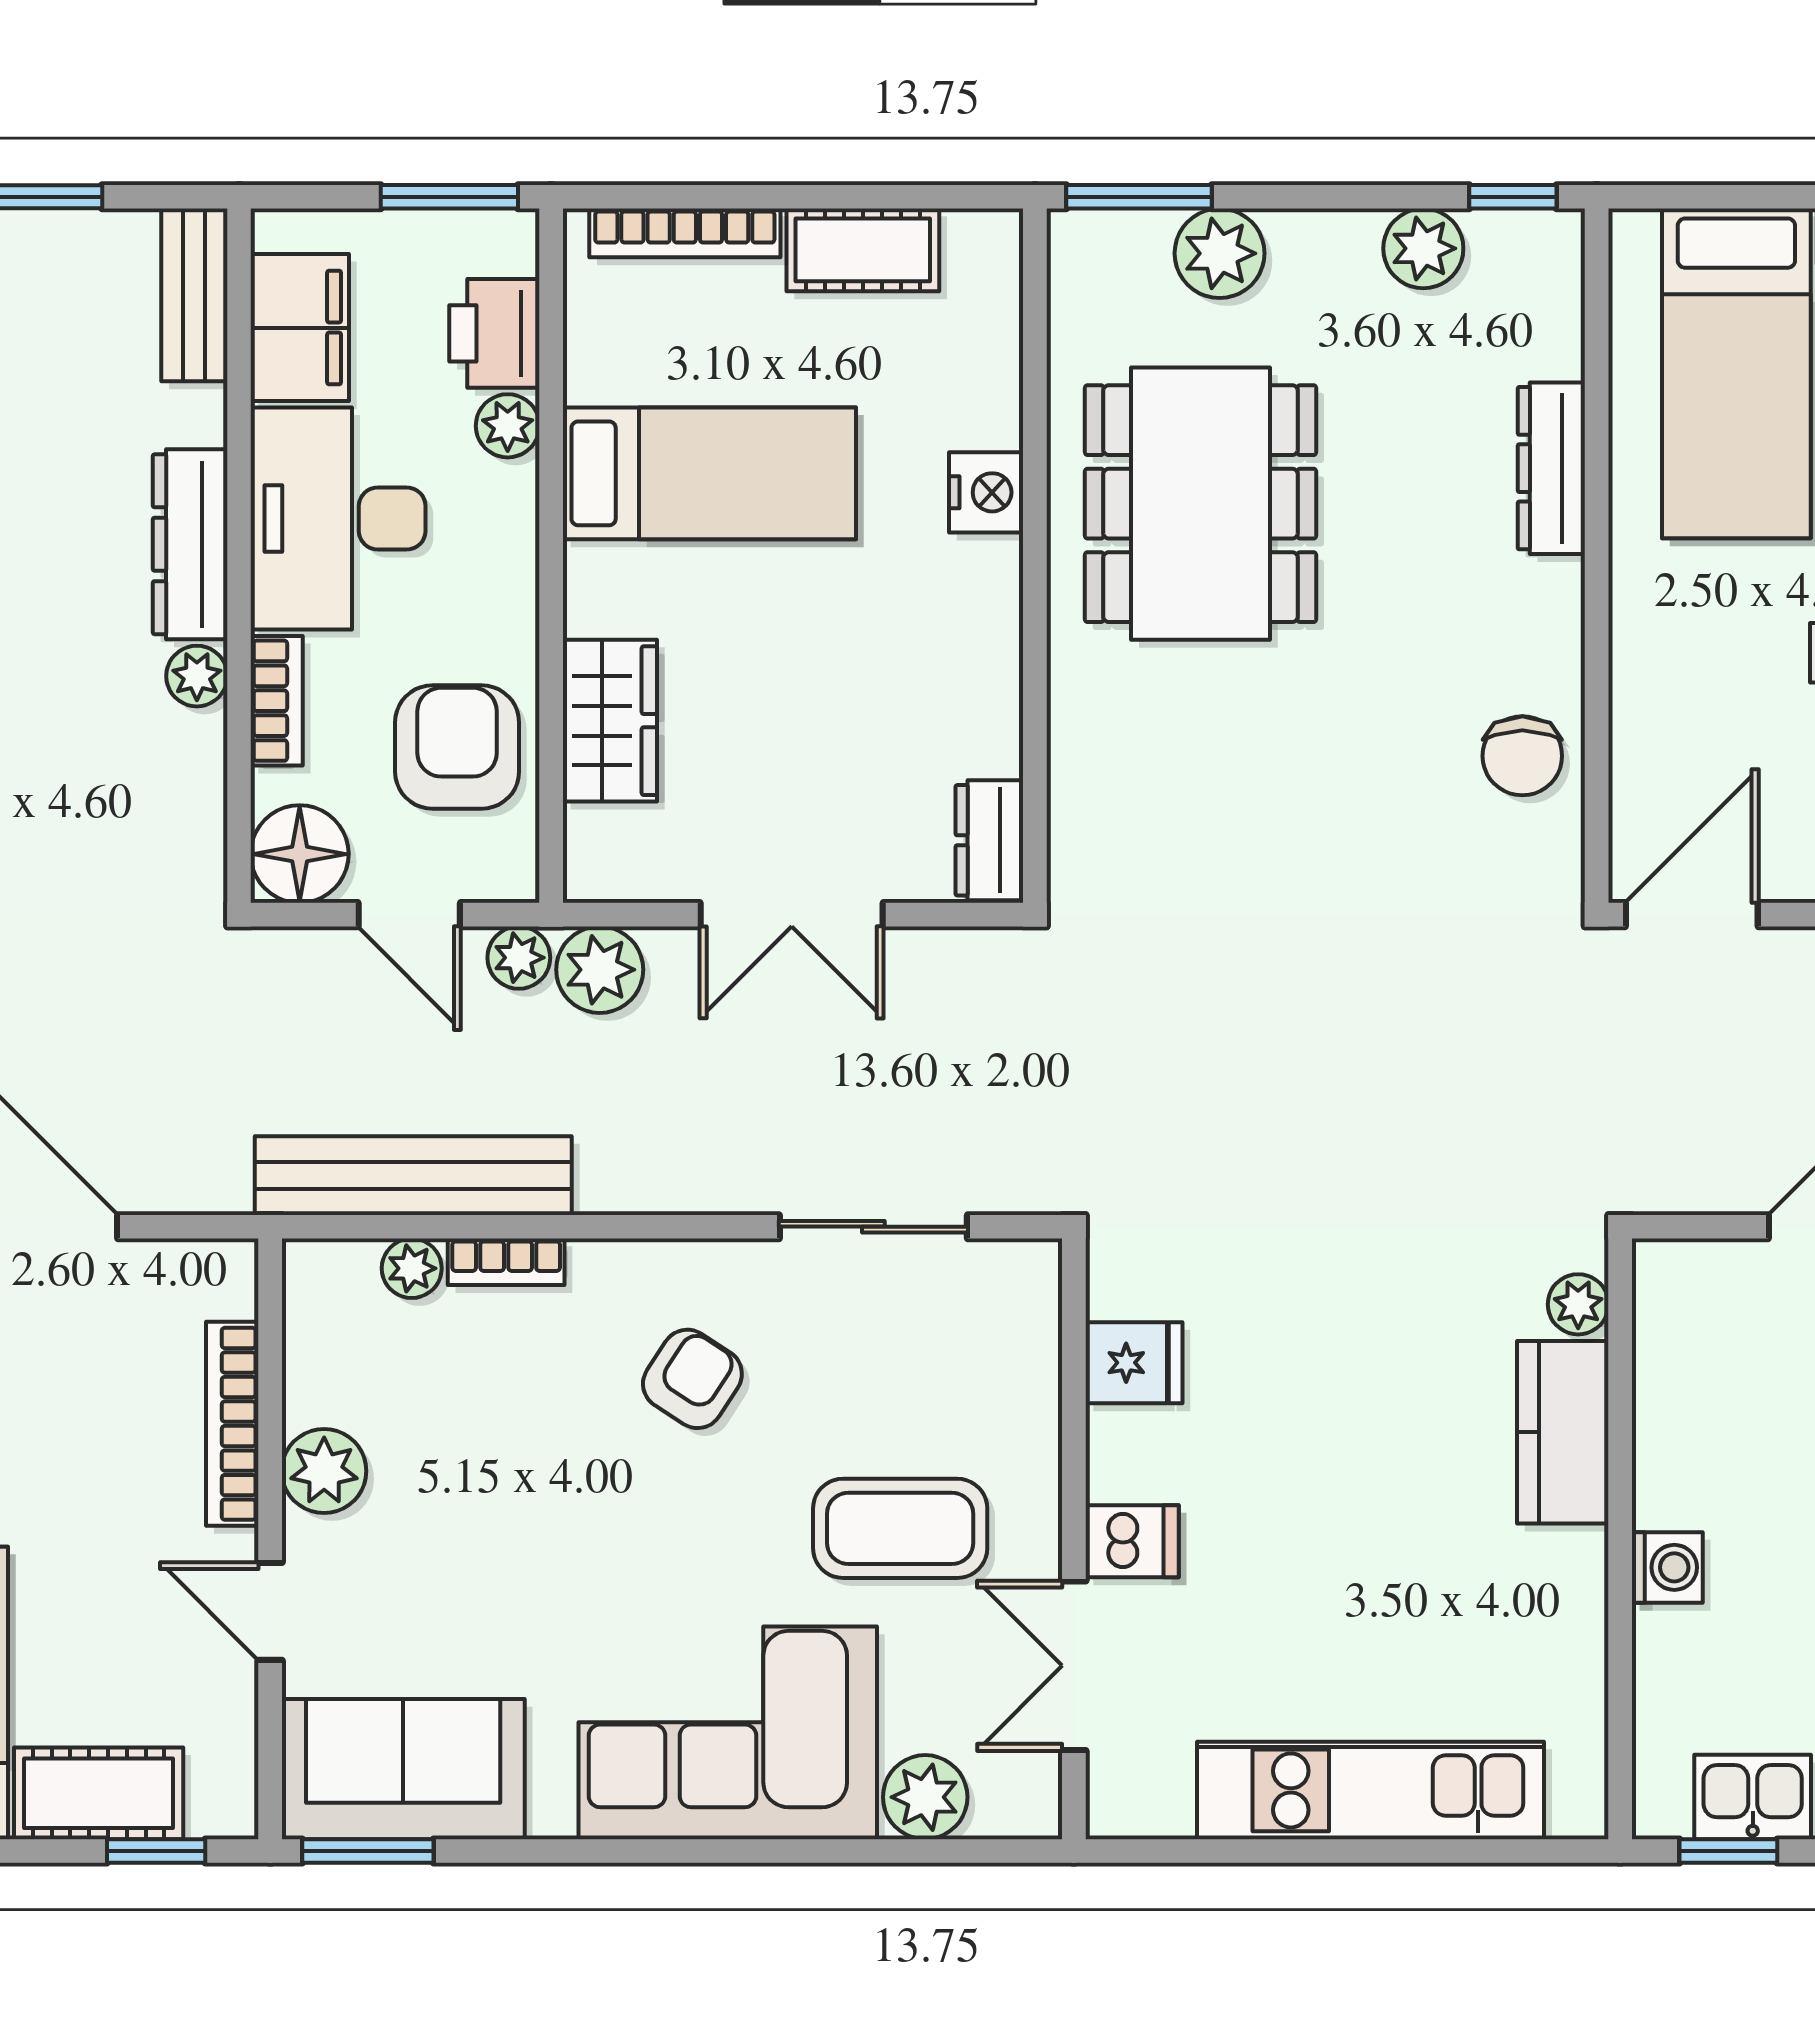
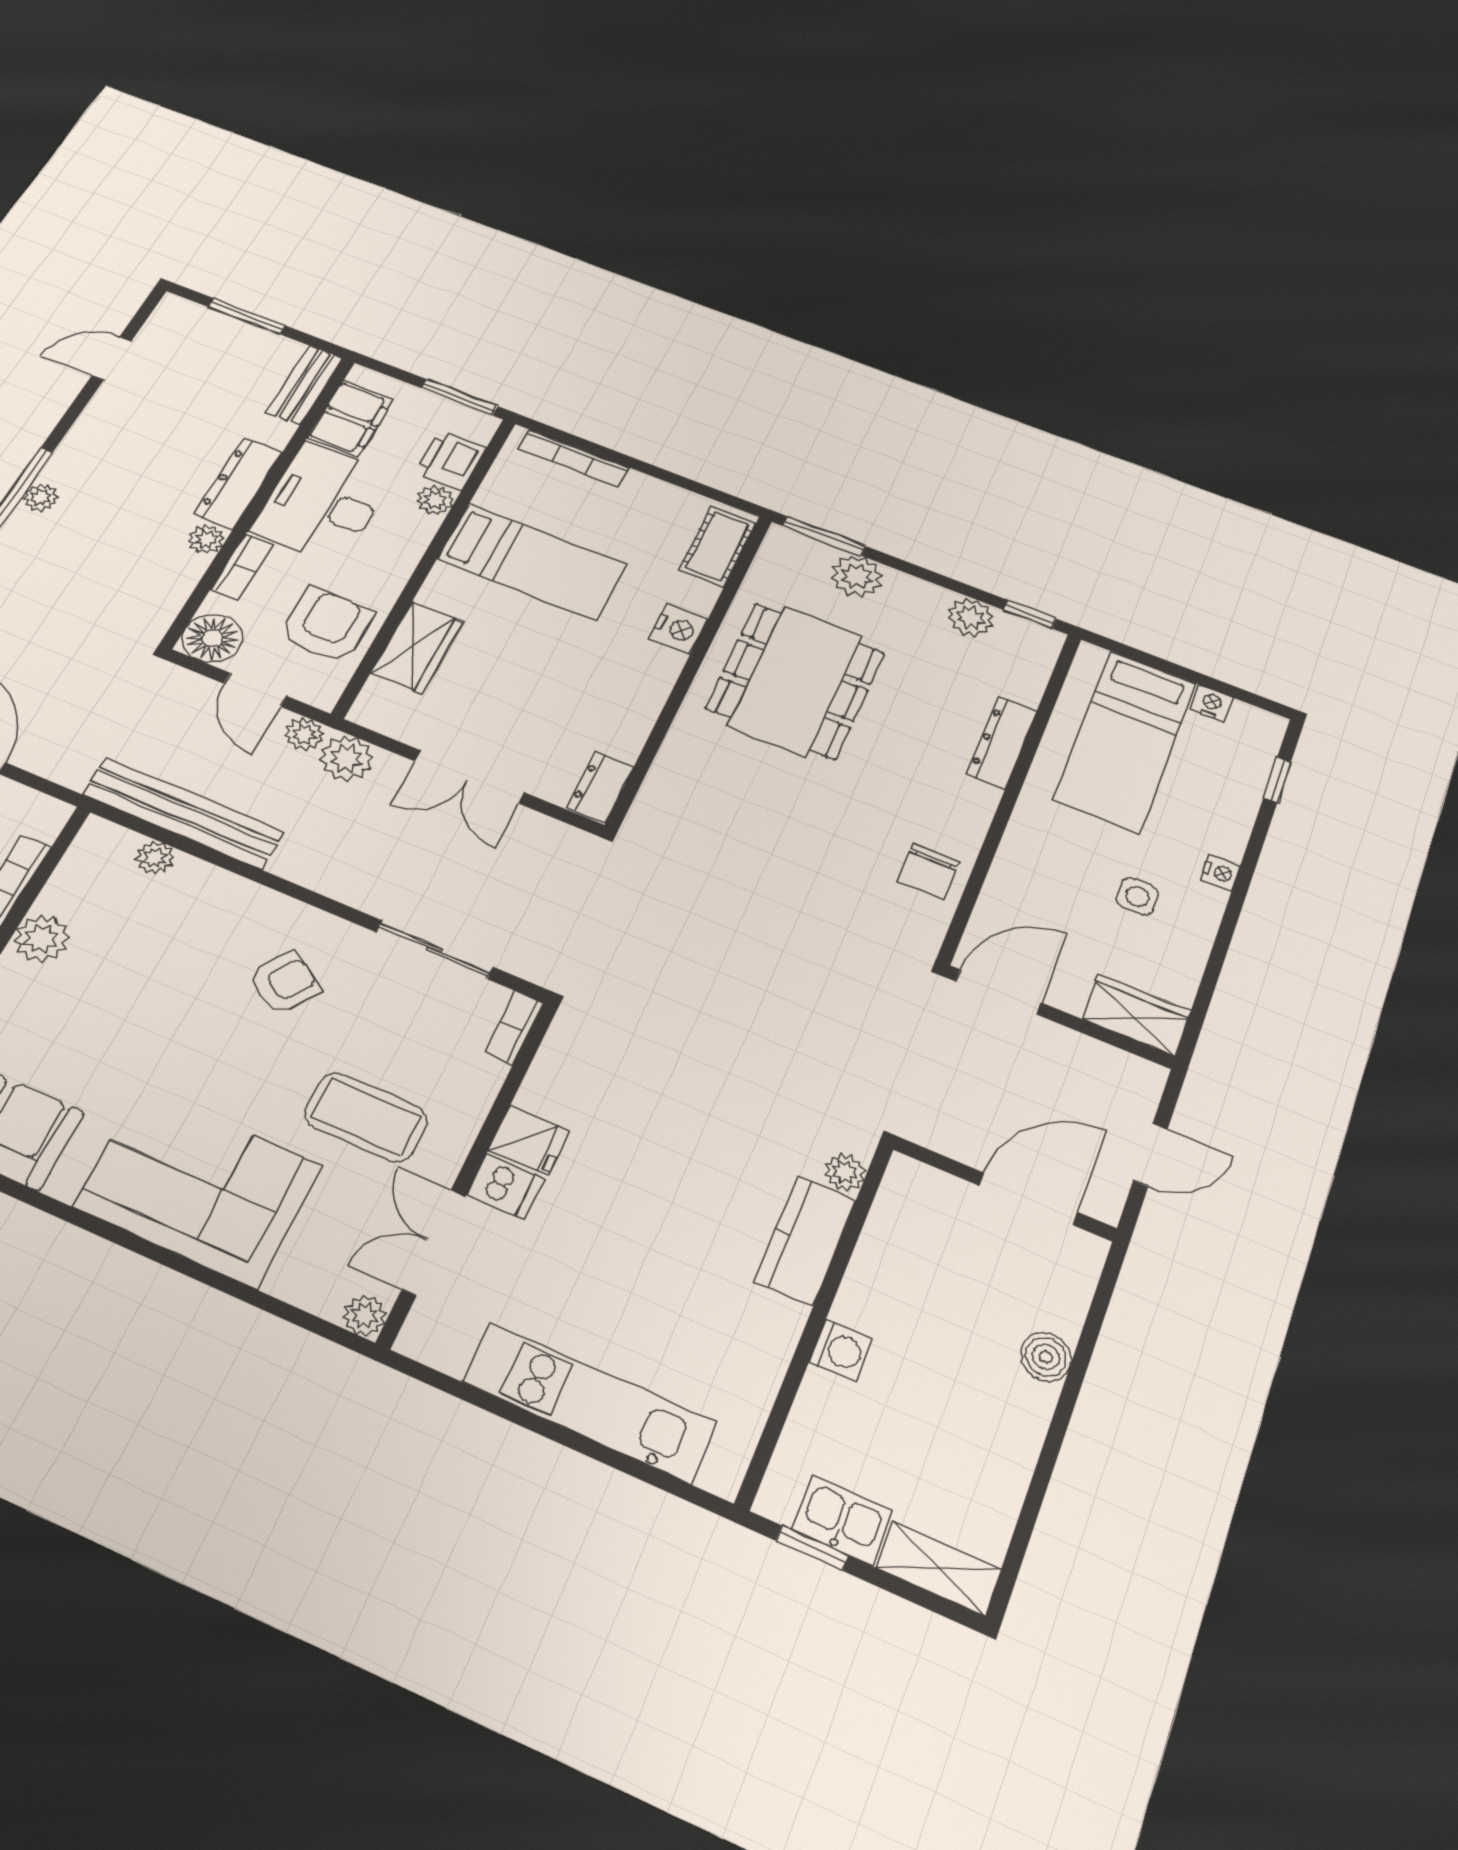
cot: (863, 250) -> (718, 546), moved, turned 90
bookcase: (506, 1262) -> (514, 1028), moved, turned 90
fridge: (1134, 1363) -> (529, 1140), moved
plant: (925, 1797) -> (365, 1315), moved, width x0.73, depth x0.73

